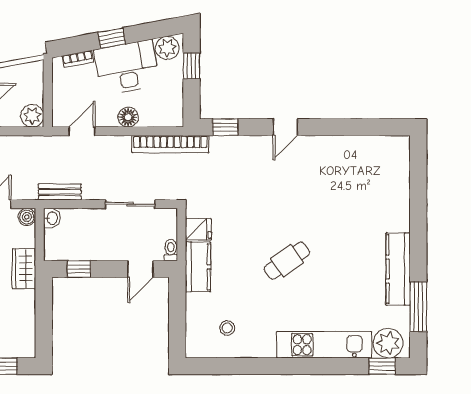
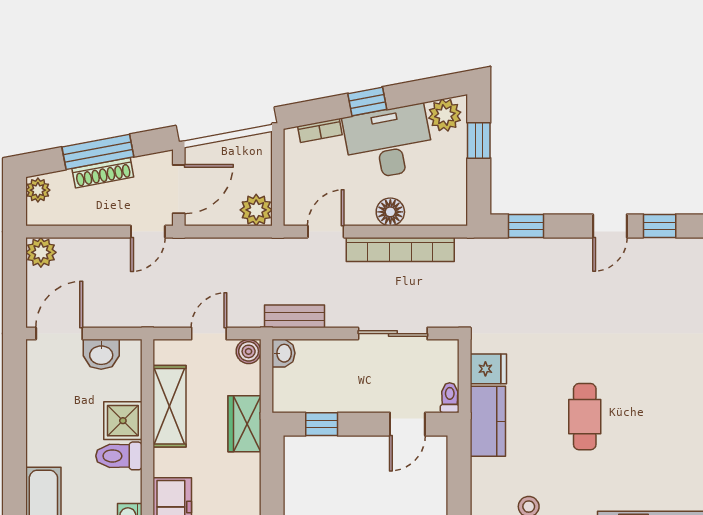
window: (321, 127) -> (660, 226), added
bookcase: (170, 144) -> (400, 249), moved
cafe table: (287, 261) -> (585, 417), moved, turned -55

